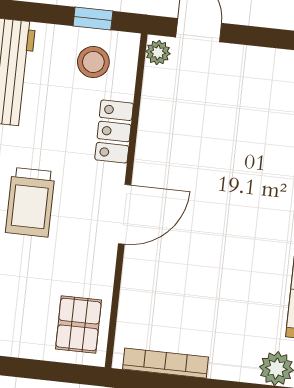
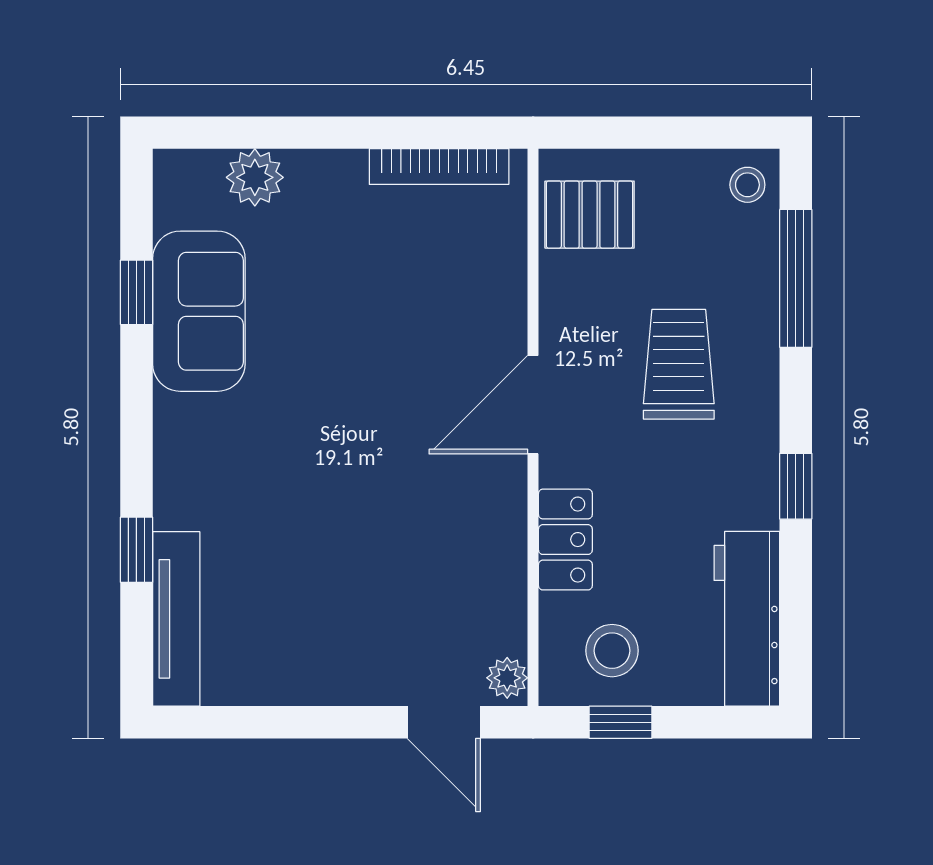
trolley: (30, 202) -> (679, 364), moved
pallet: (78, 324) -> (590, 215), turned 90

